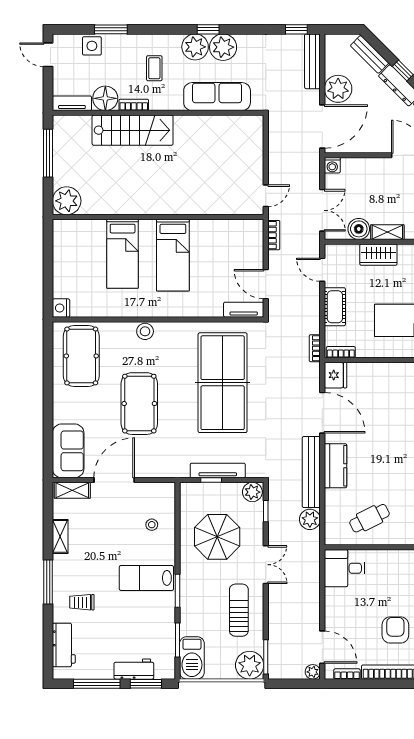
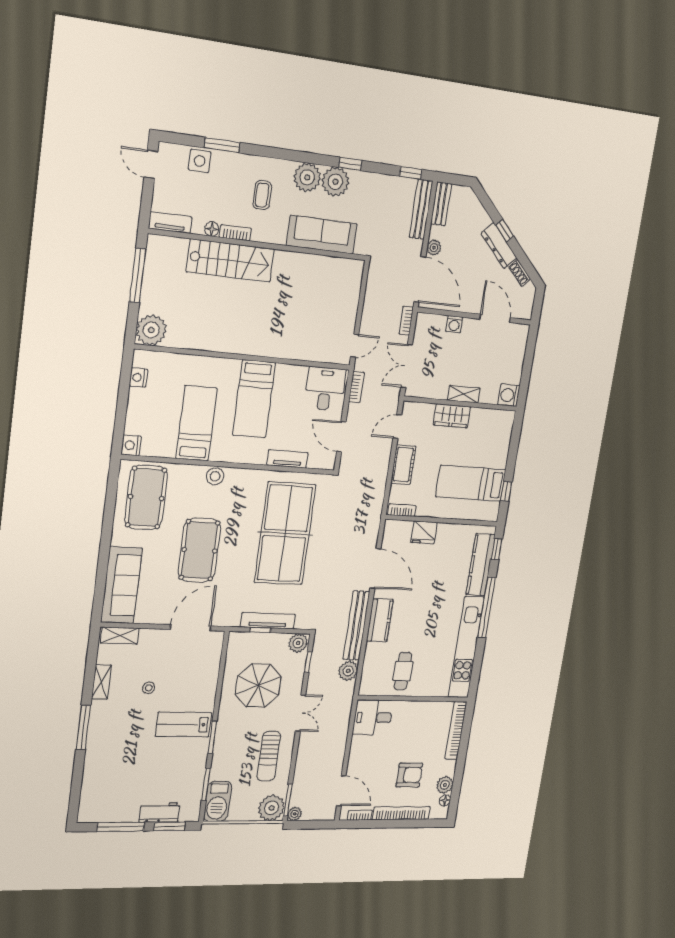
window: (208, 29) -> (350, 164), moved
bench: (370, 54) -> (441, 204), moved, turned 45
plant: (338, 89) -> (434, 248), width x0.53, depth x0.53
floor lamp: (105, 98) -> (212, 229), width x0.53, depth x0.53
door: (322, 127) -> (420, 279), hinge flipped
washing machine: (332, 165) -> (454, 324), moved
double door: (322, 210) -> (407, 366), swing flipped
boiler: (359, 229) -> (438, 388), removed
desk: (242, 239) -> (325, 389), added
nightstand: (60, 245) -> (138, 377), added
bed: (123, 254) -> (197, 423), moved, turned 180
door: (322, 270) -> (397, 427), hinge flipped
tv unit: (244, 310) -> (288, 459), moved
bookcase: (315, 348) -> (406, 321), moved
fridge: (335, 375) -> (424, 532), moved, turned 90
sofa: (68, 451) -> (122, 585), width x1.36
door: (114, 480) -> (191, 628), moved
cafe table: (370, 518) -> (403, 671), turned -63
stool: (152, 525) -> (149, 688), moved
trolley: (82, 602) -> (116, 748), removed
sun lounger: (239, 610) -> (269, 756), turned 180
armchair: (395, 630) -> (409, 775), turned 90
workbench: (64, 645) -> (92, 790), removed
plant: (313, 672) -> (295, 814), moved

